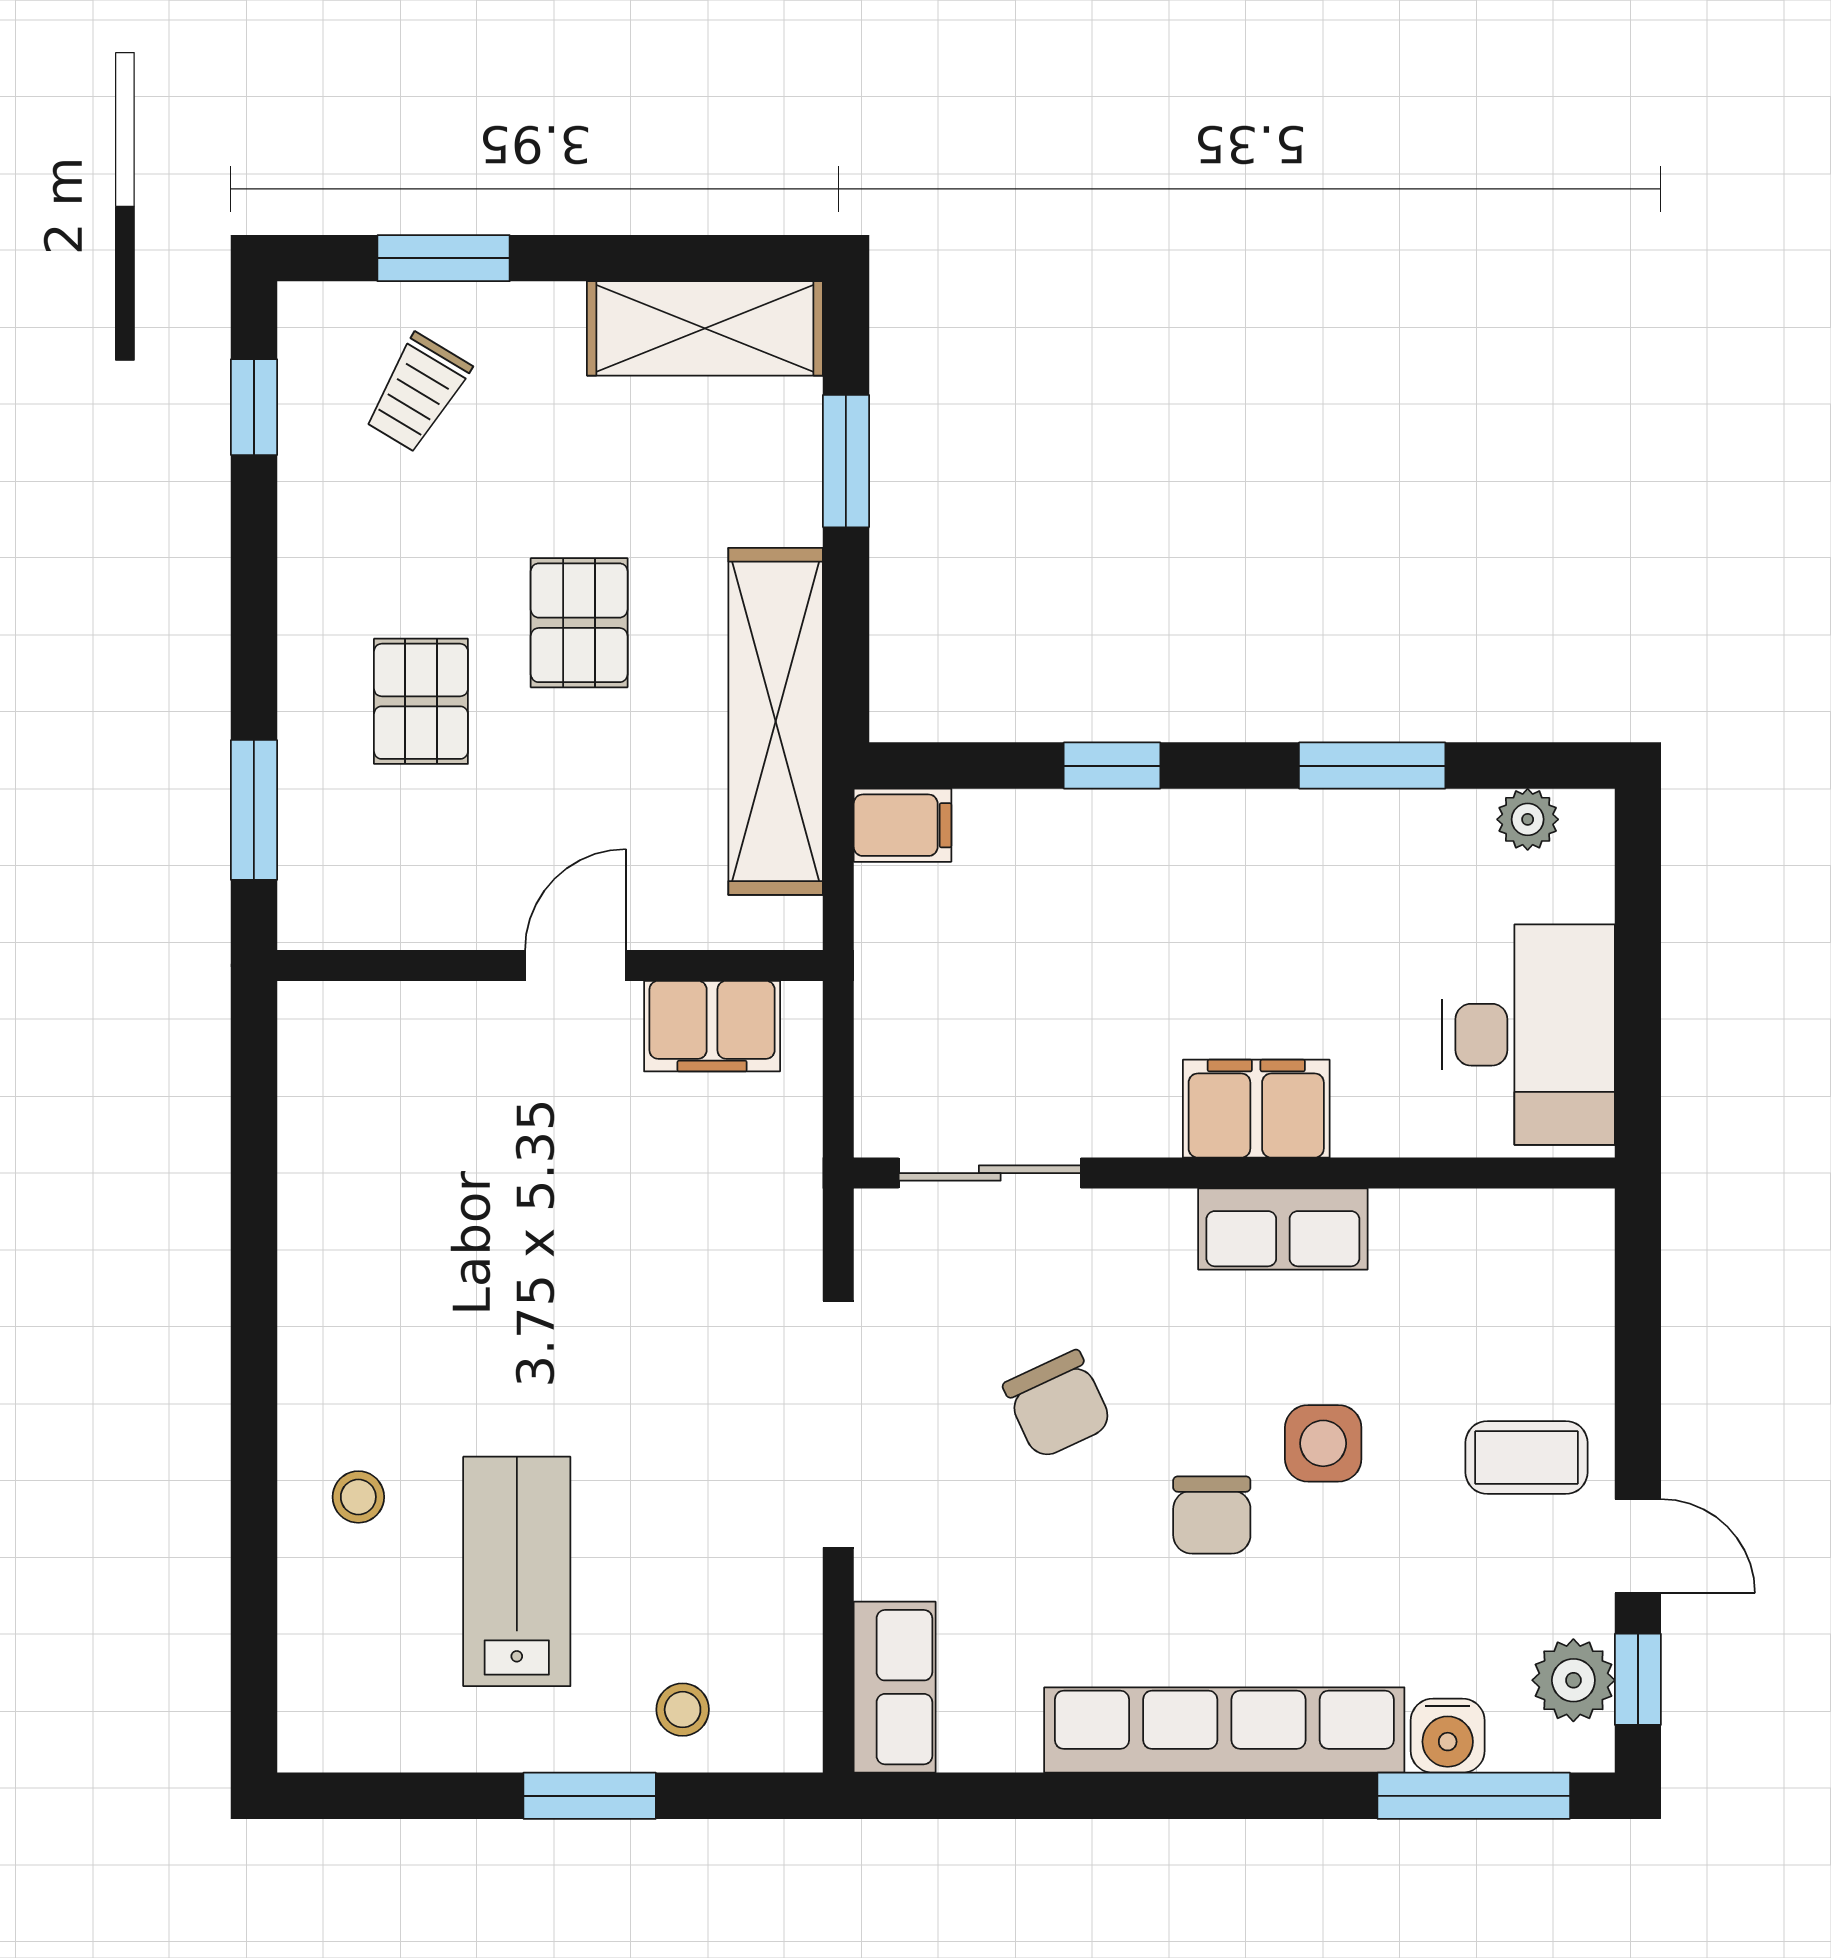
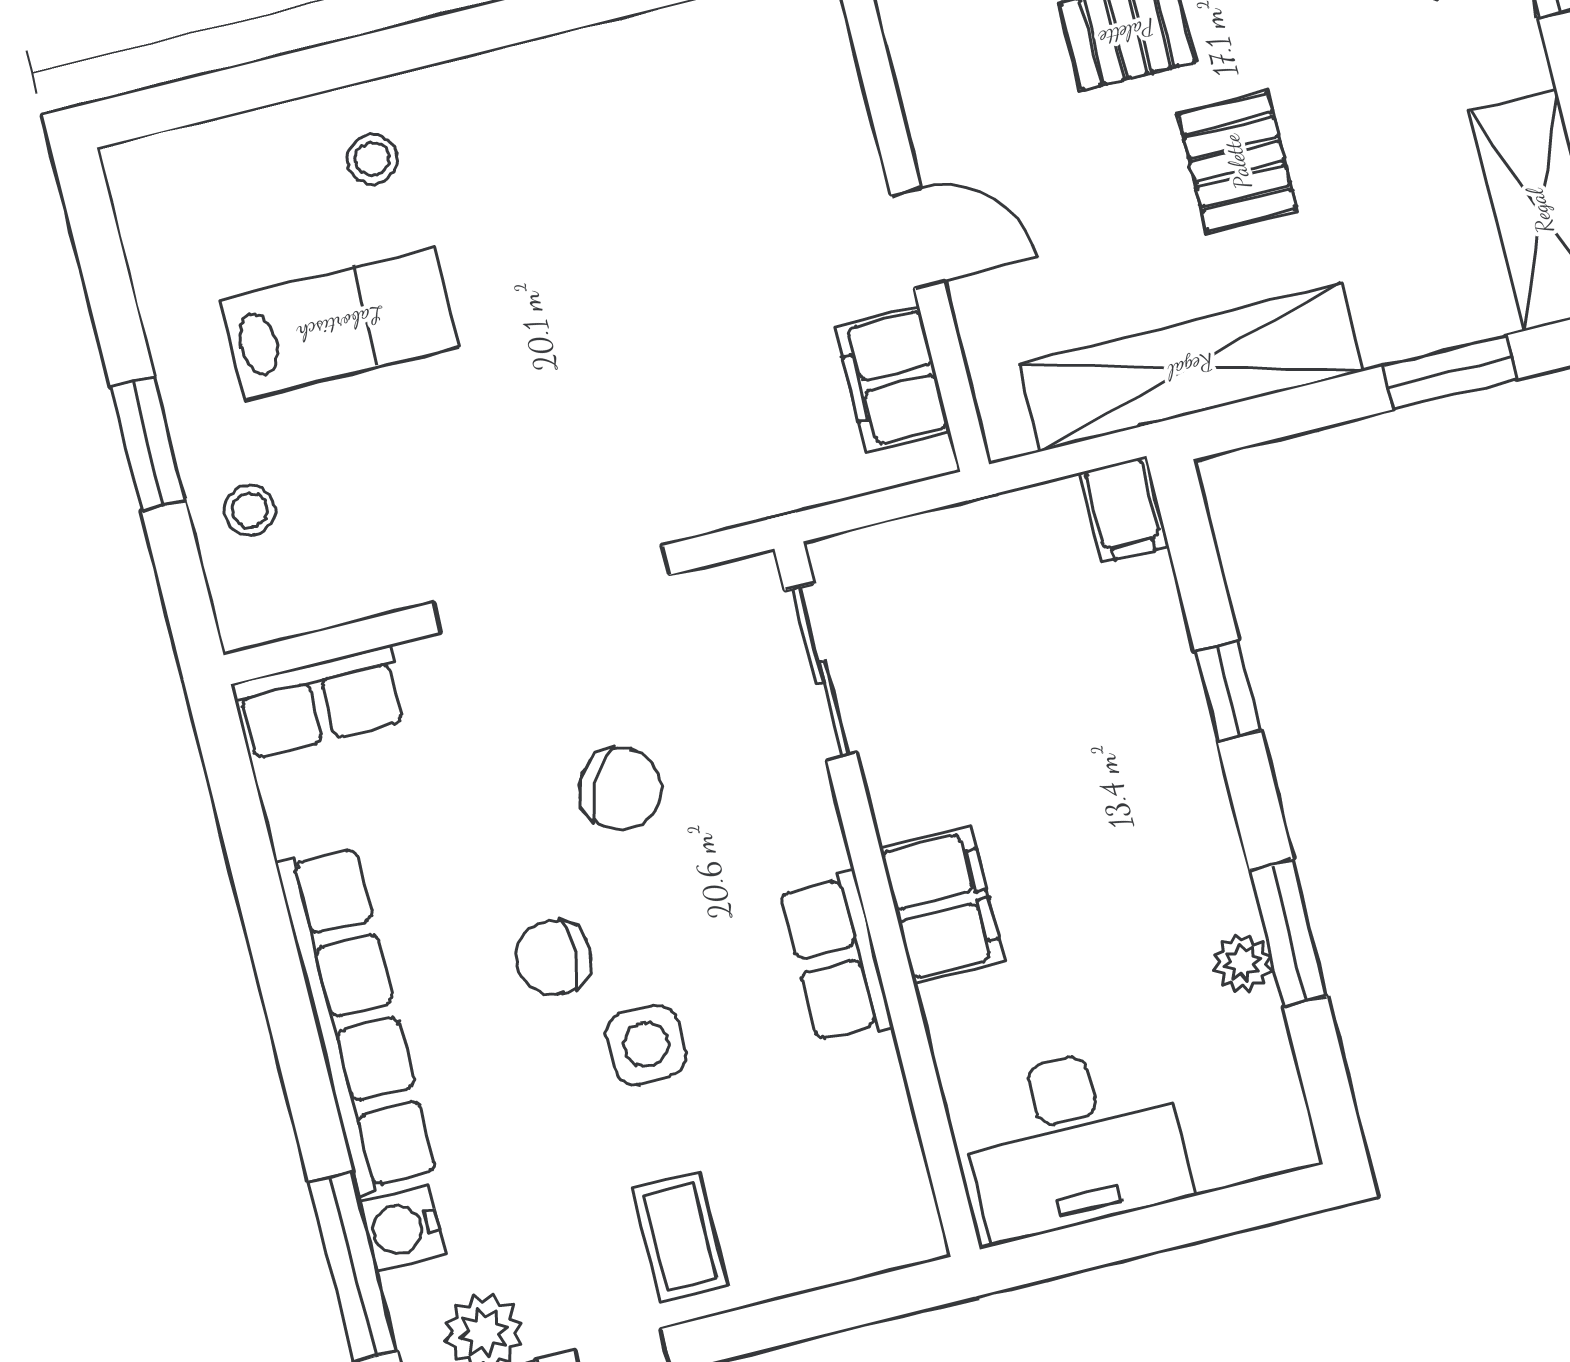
pallet: (579, 623) -> (1237, 162), turned 90
plant: (1528, 819) -> (1243, 963), moved
chair: (1058, 1405) -> (621, 789), turned -127

